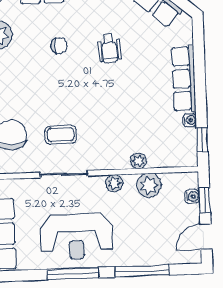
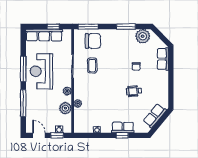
row of seats: (184, 79) -> (123, 127), width x0.68
window: (202, 140) -> (122, 135), moved

